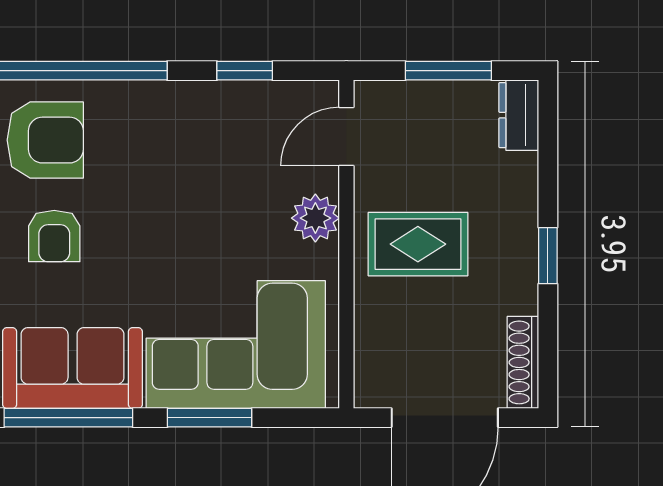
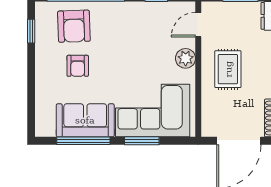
armchair: (45, 140) -> (74, 26), turned 88
rug: (418, 244) -> (228, 69), turned 90

